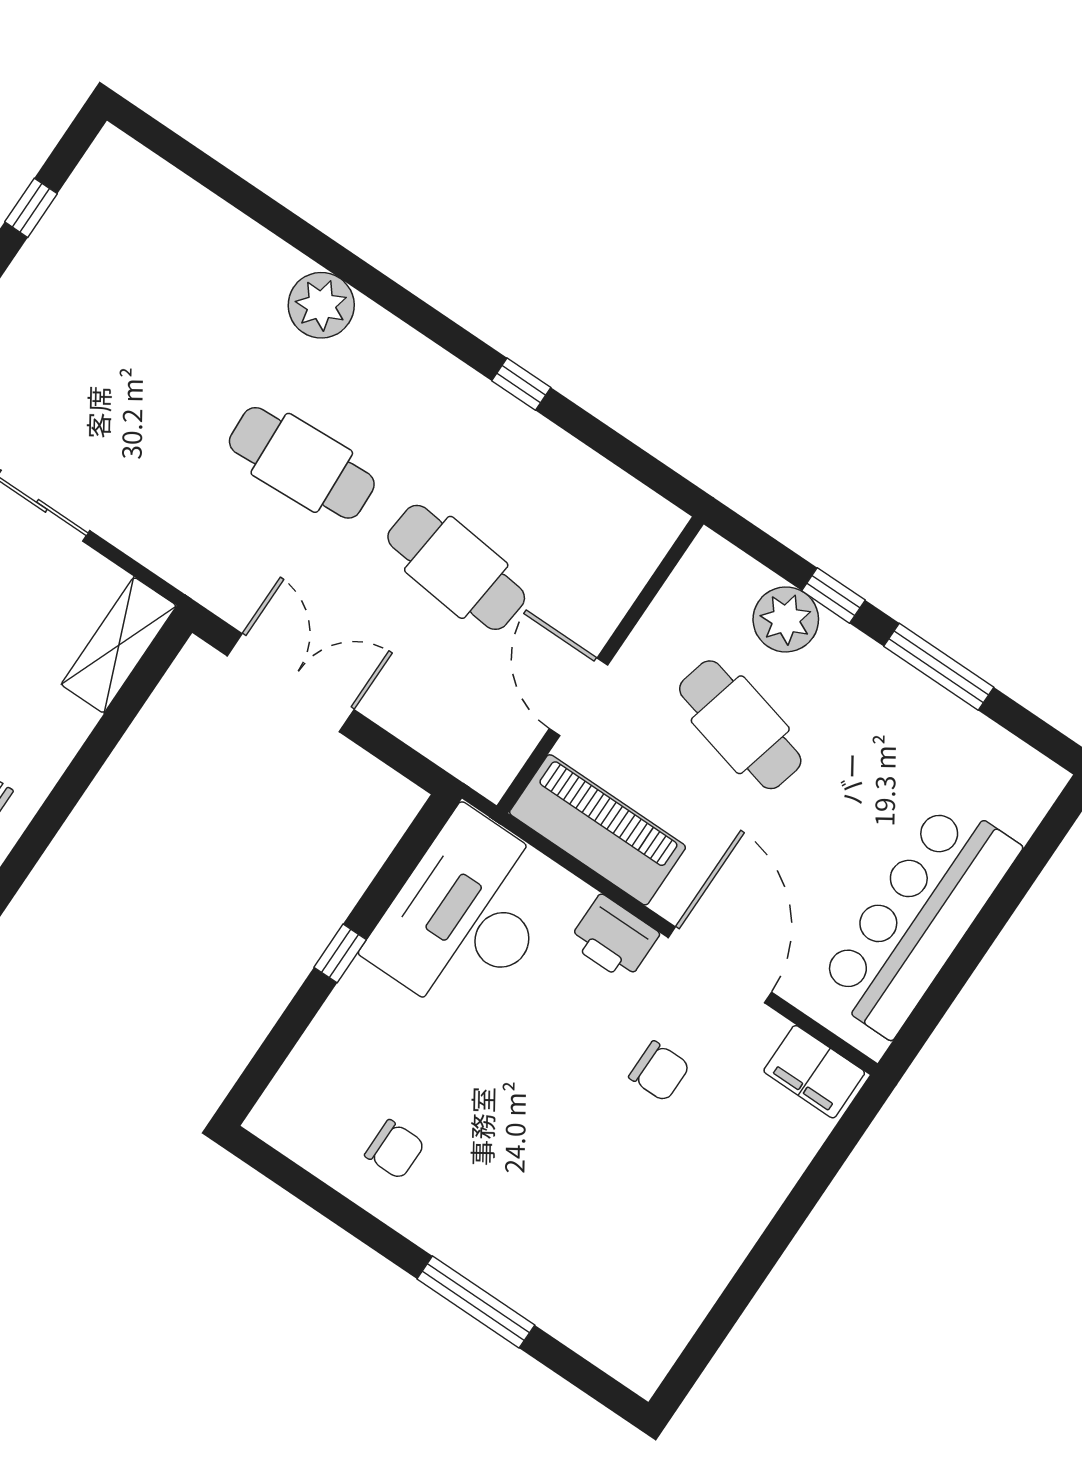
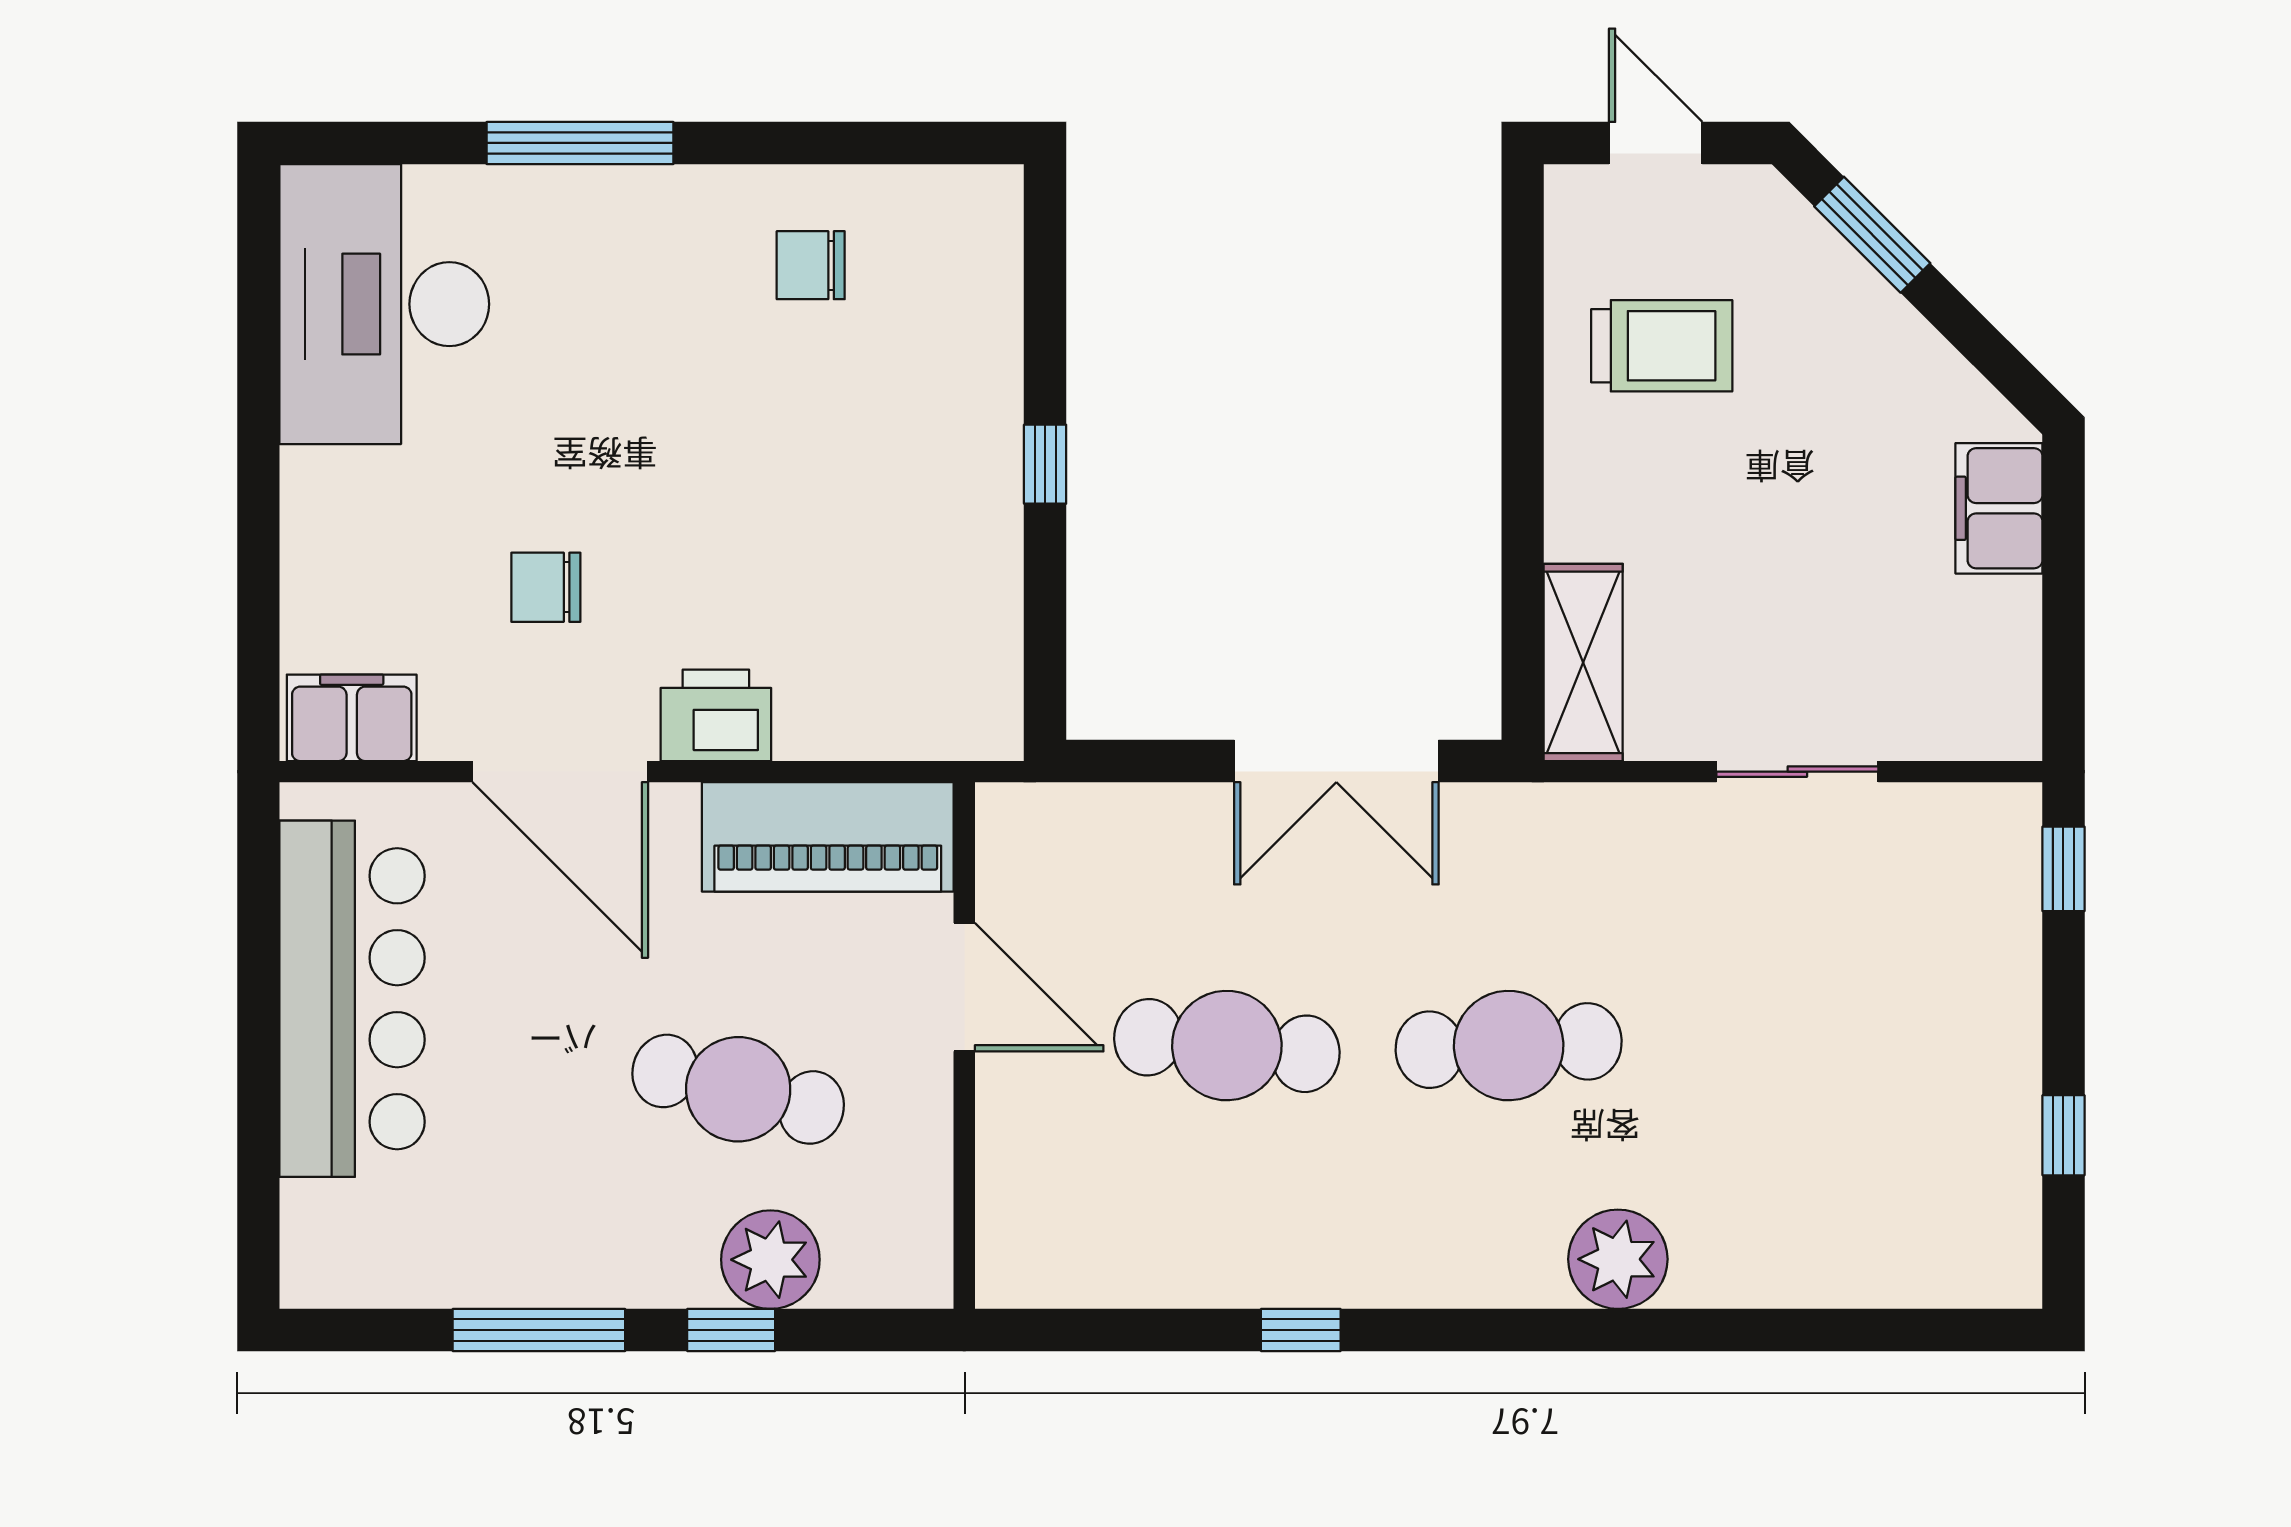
desk: (466, 916) -> (384, 304), moved, turned 180

